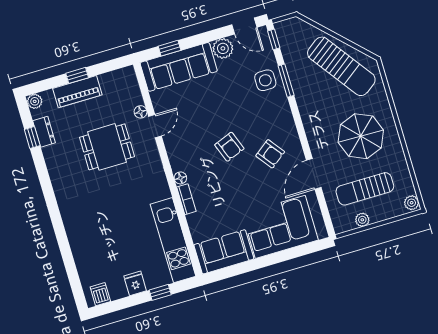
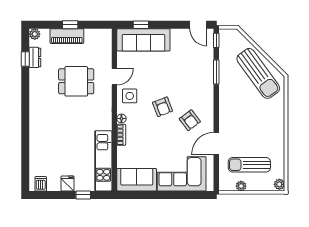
plant: (223, 48) -> (179, 36), removed
side table: (265, 80) -> (130, 96), moved
floor lamp: (141, 112) -> (107, 64), removed
parasol: (361, 136) -> (257, 127), removed

